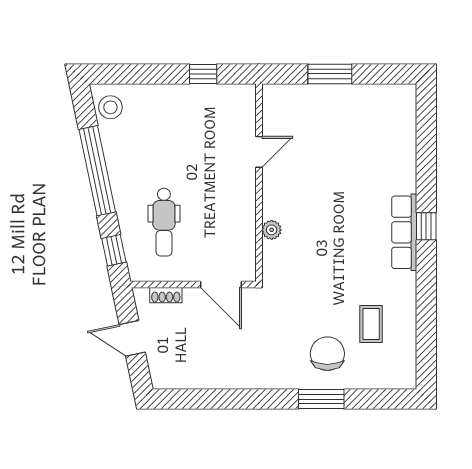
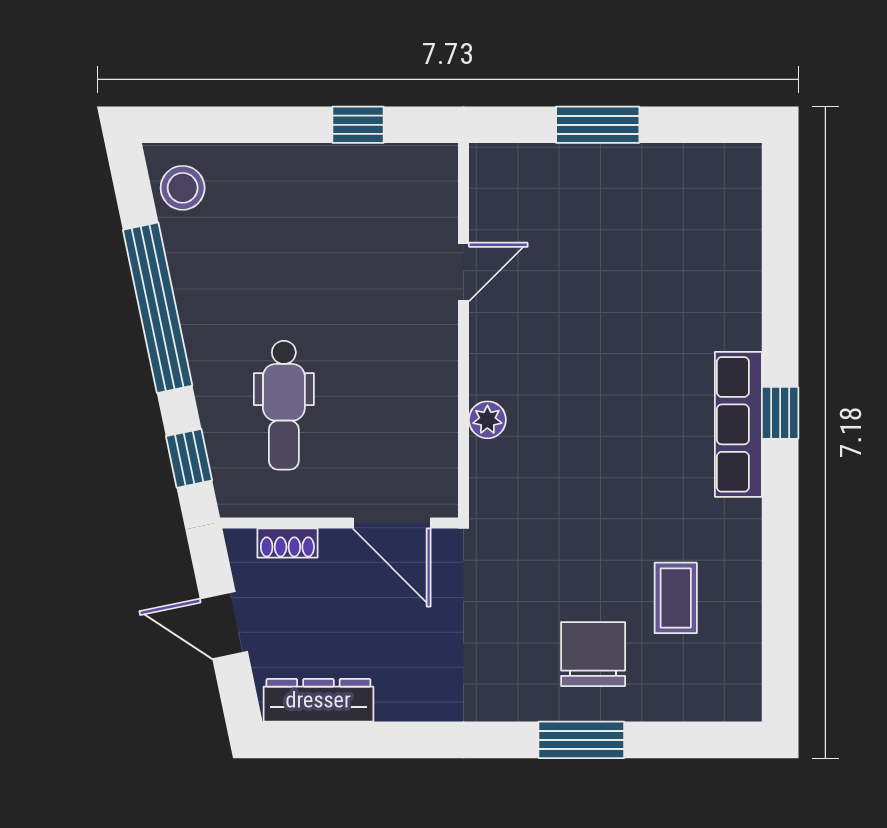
dresser: (182, 378) -> (318, 700), added

